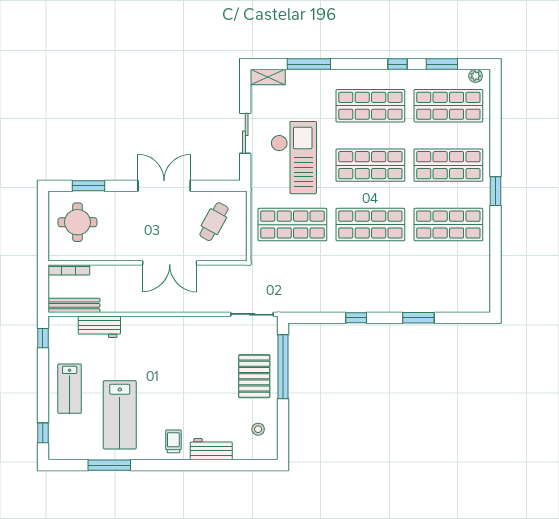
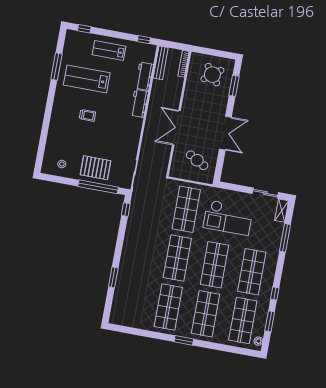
sliding door: (245, 133) -> (265, 193), moved
round table: (77, 222) -> (212, 75), turned -37
window: (356, 318) -> (126, 210), moved
trolley: (173, 441) -> (87, 115), moved
workbench: (211, 449) -> (139, 103), moved, turned 180

